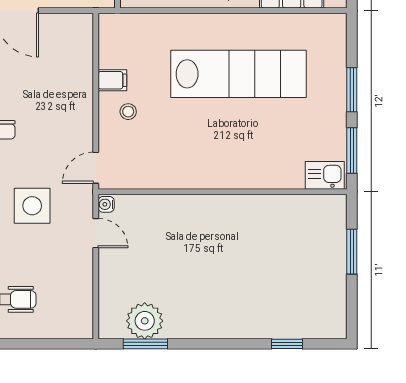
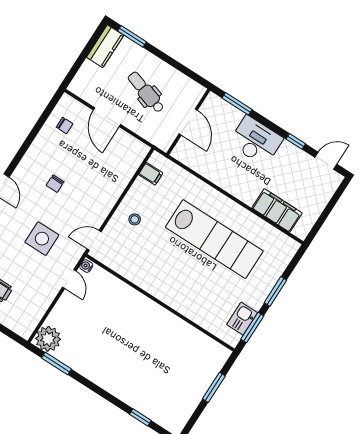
filing cabinet: (112, 80) -> (151, 174), moved
kitchen sink: (325, 175) -> (242, 319), moved, turned -90
plant: (145, 321) -> (48, 339), moved

